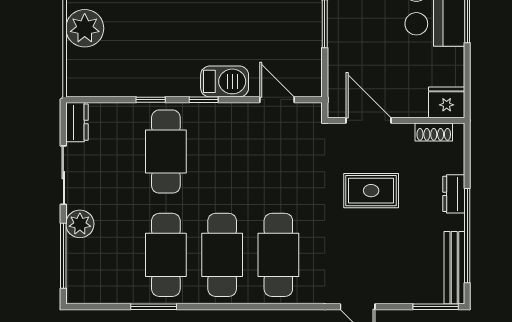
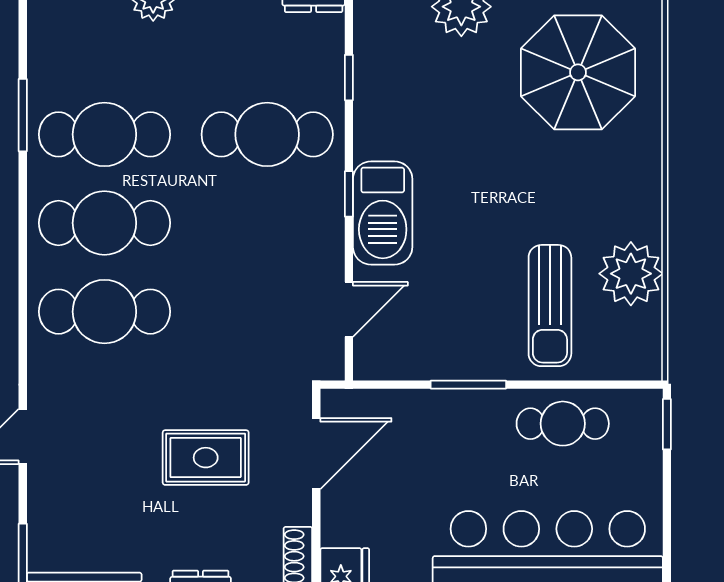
barbecue: (225, 81) -> (383, 213), width x1.37, depth x1.21
window: (151, 100) -> (349, 78), moved
rug: (371, 191) -> (206, 458), turned 90

